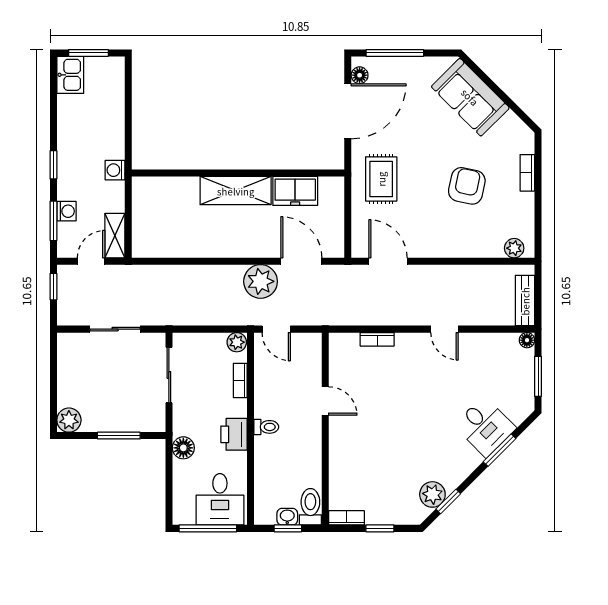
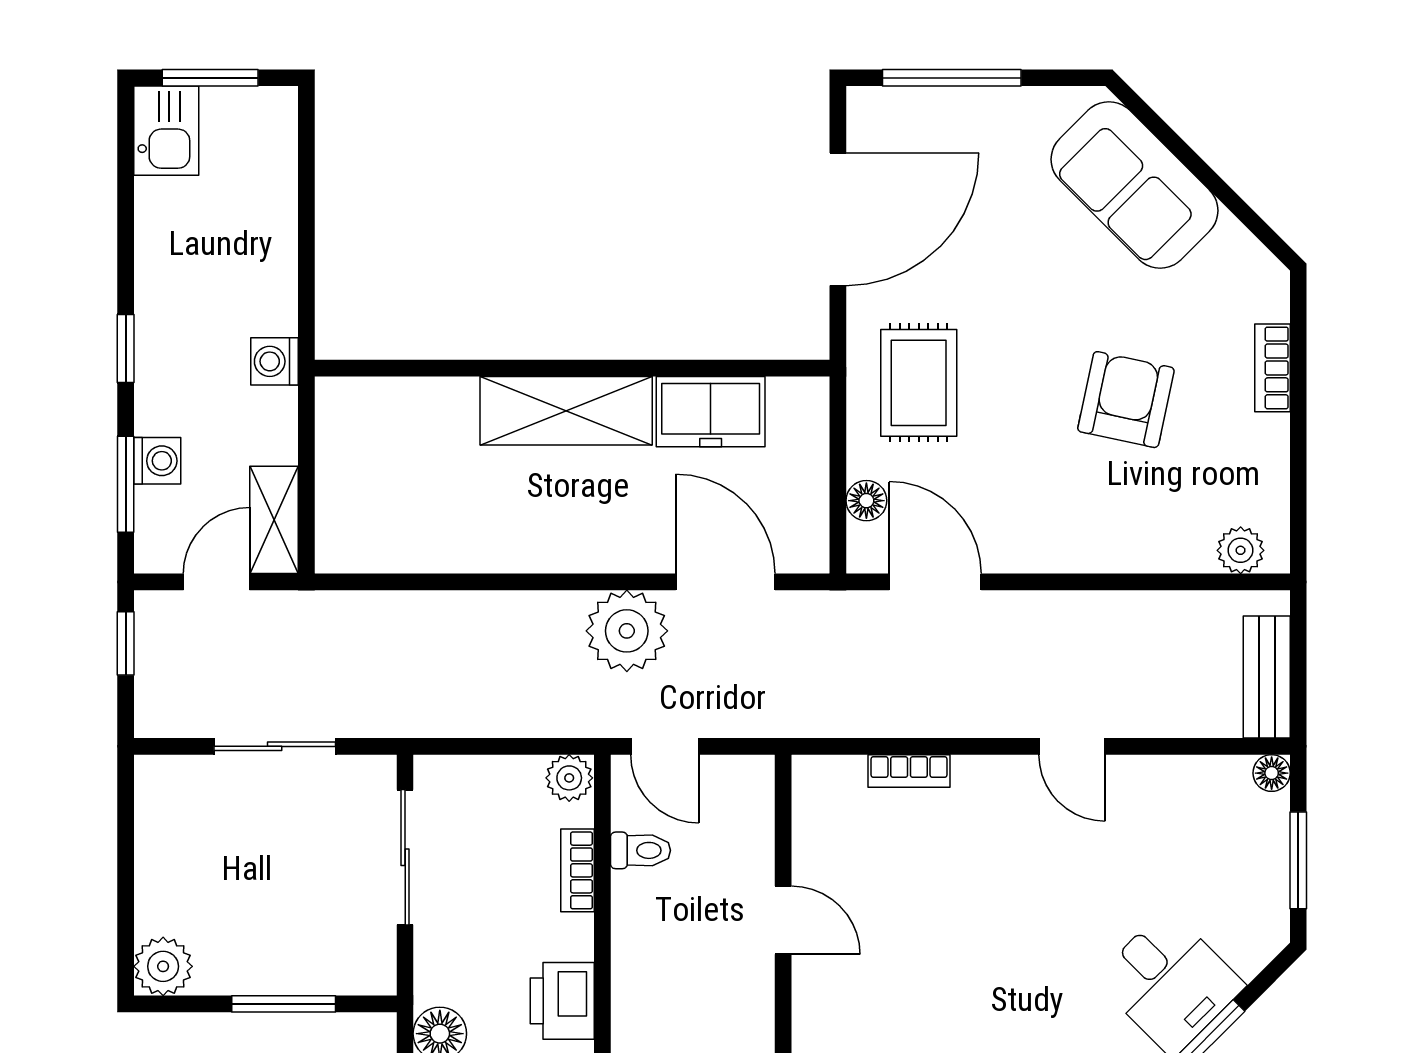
floor lamp: (360, 75) -> (866, 501), moved
toilet: (266, 427) -> (641, 850), moved

